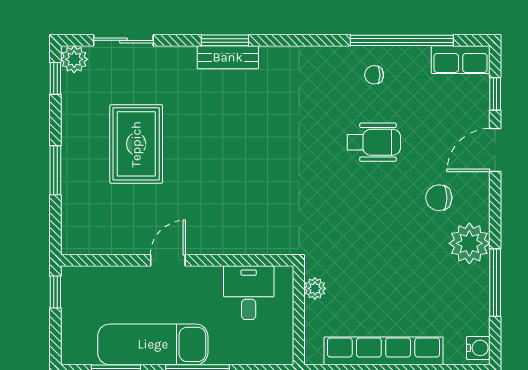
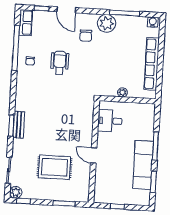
door: (168, 260) -> (94, 155), moved
wall: (177, 260) -> (94, 151), moved
desk: (249, 293) -> (110, 121), moved

